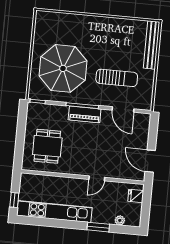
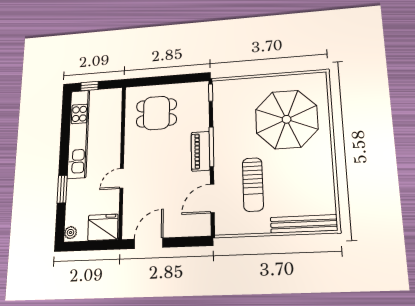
parasol: (63, 68) -> (287, 119), moved
door: (97, 178) -> (122, 178), hinge flipped
fridge: (136, 196) -> (103, 227), width x1.88, depth x1.34
plant: (120, 220) -> (70, 233), moved

